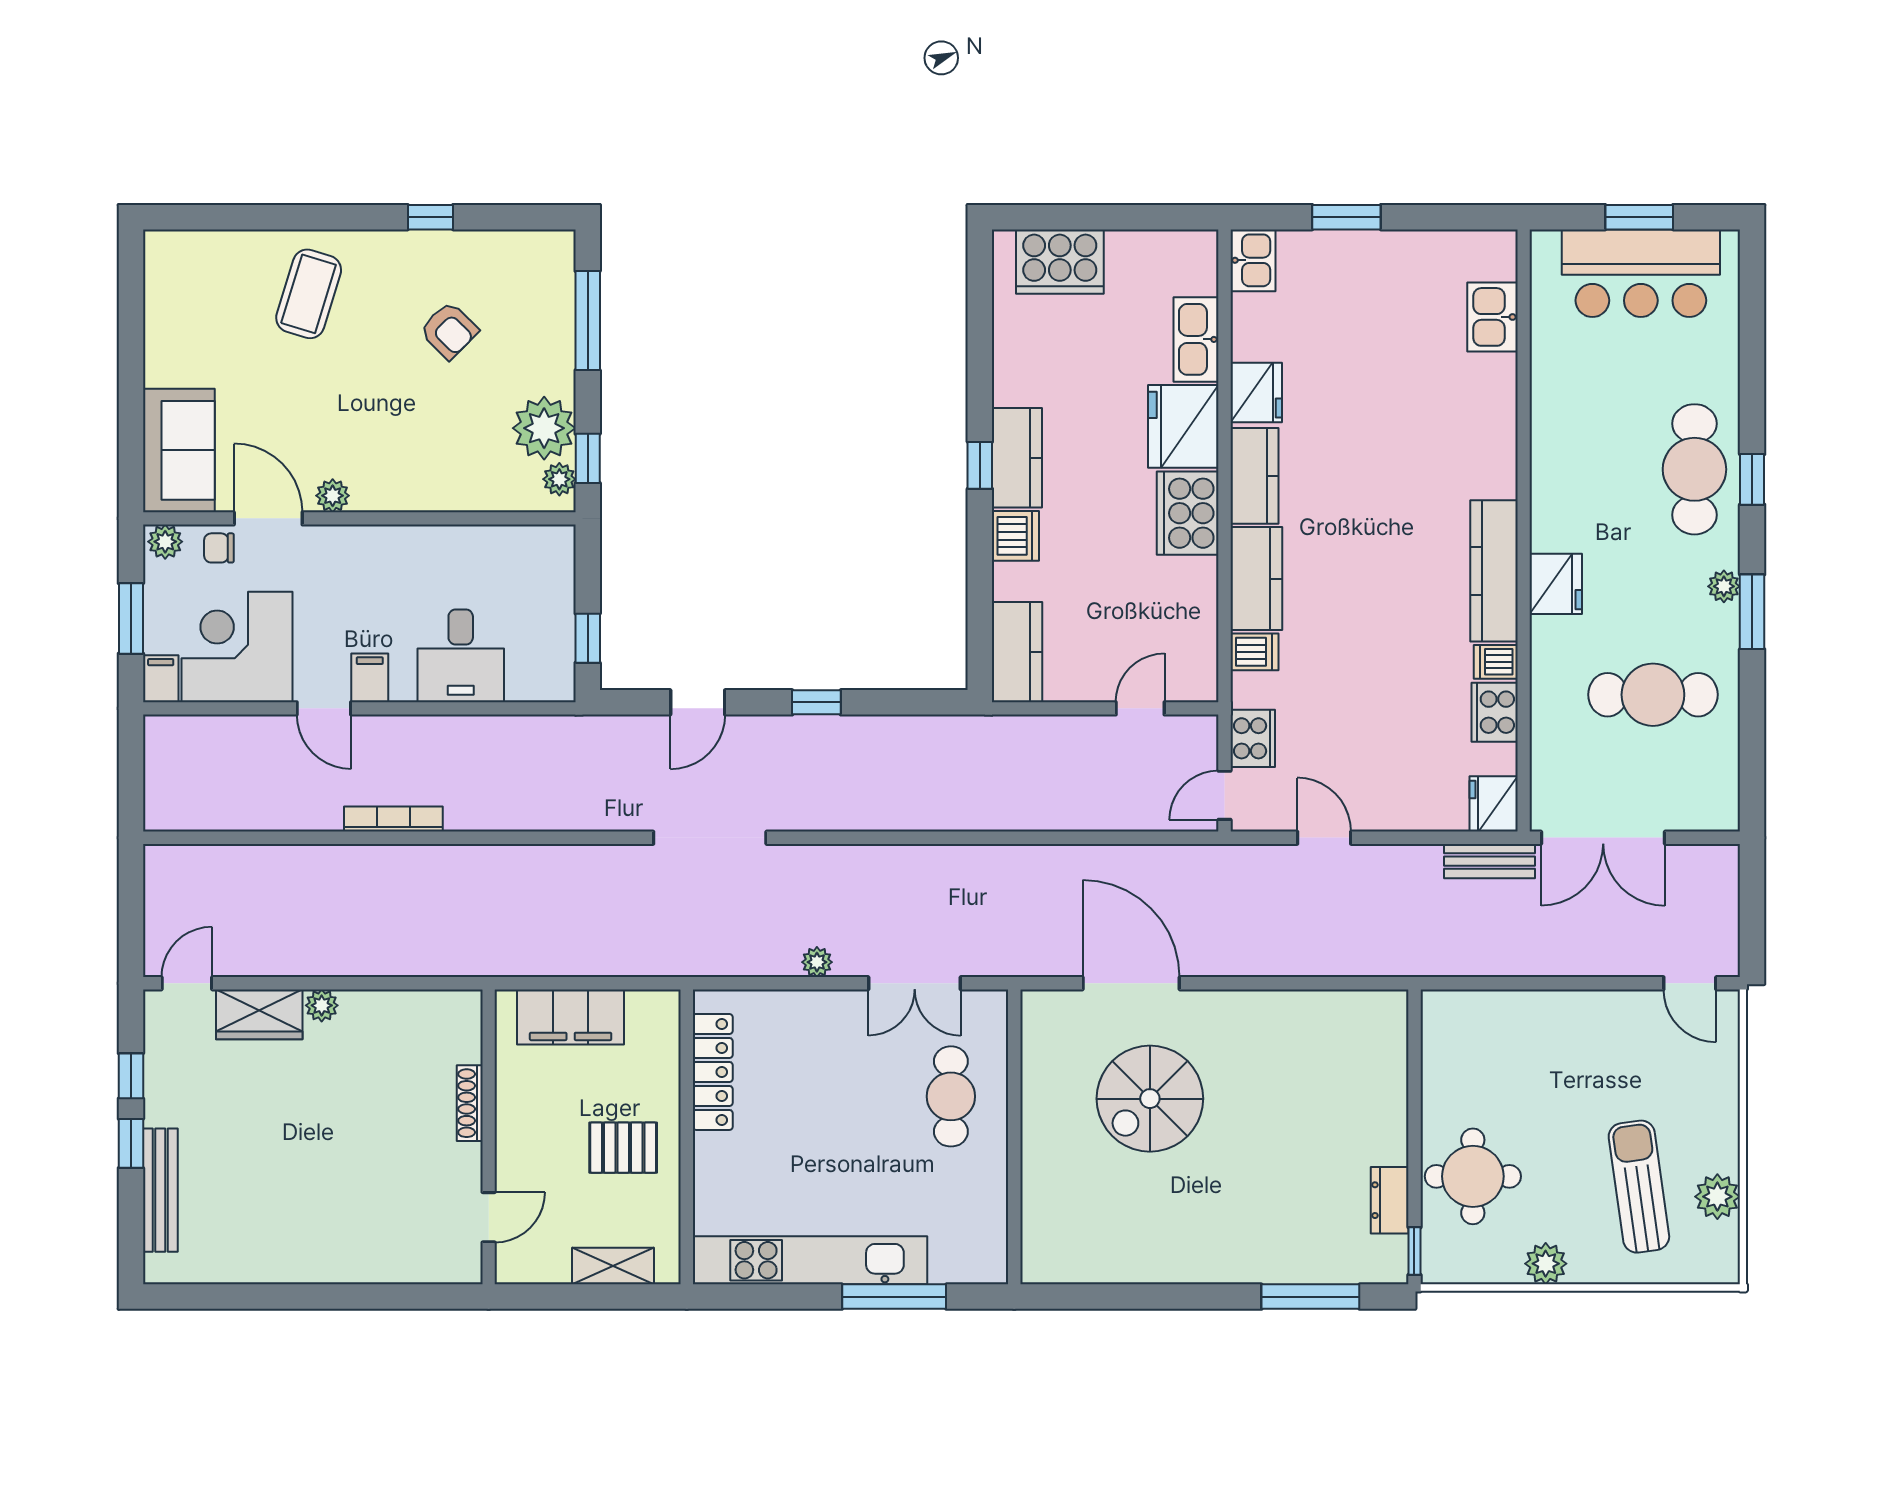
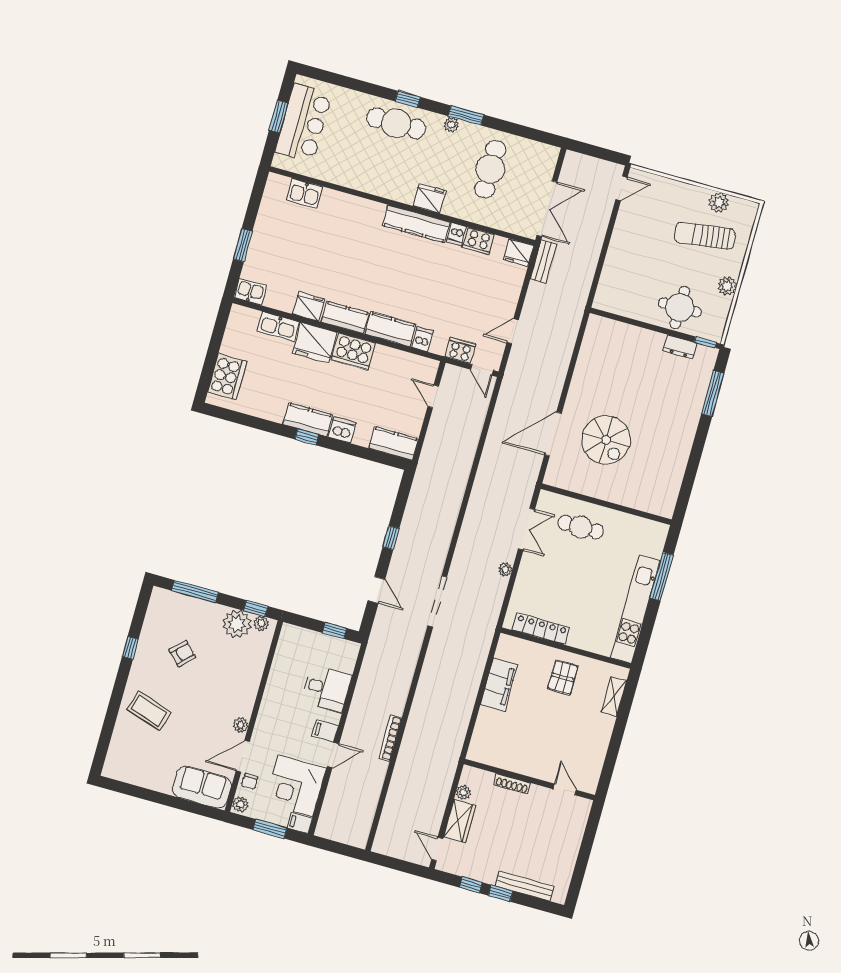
shoe rack: (470, 1103) -> (512, 784), moved
wall: (489, 1137) -> (529, 780), moved
door: (489, 1217) -> (565, 789), moved

